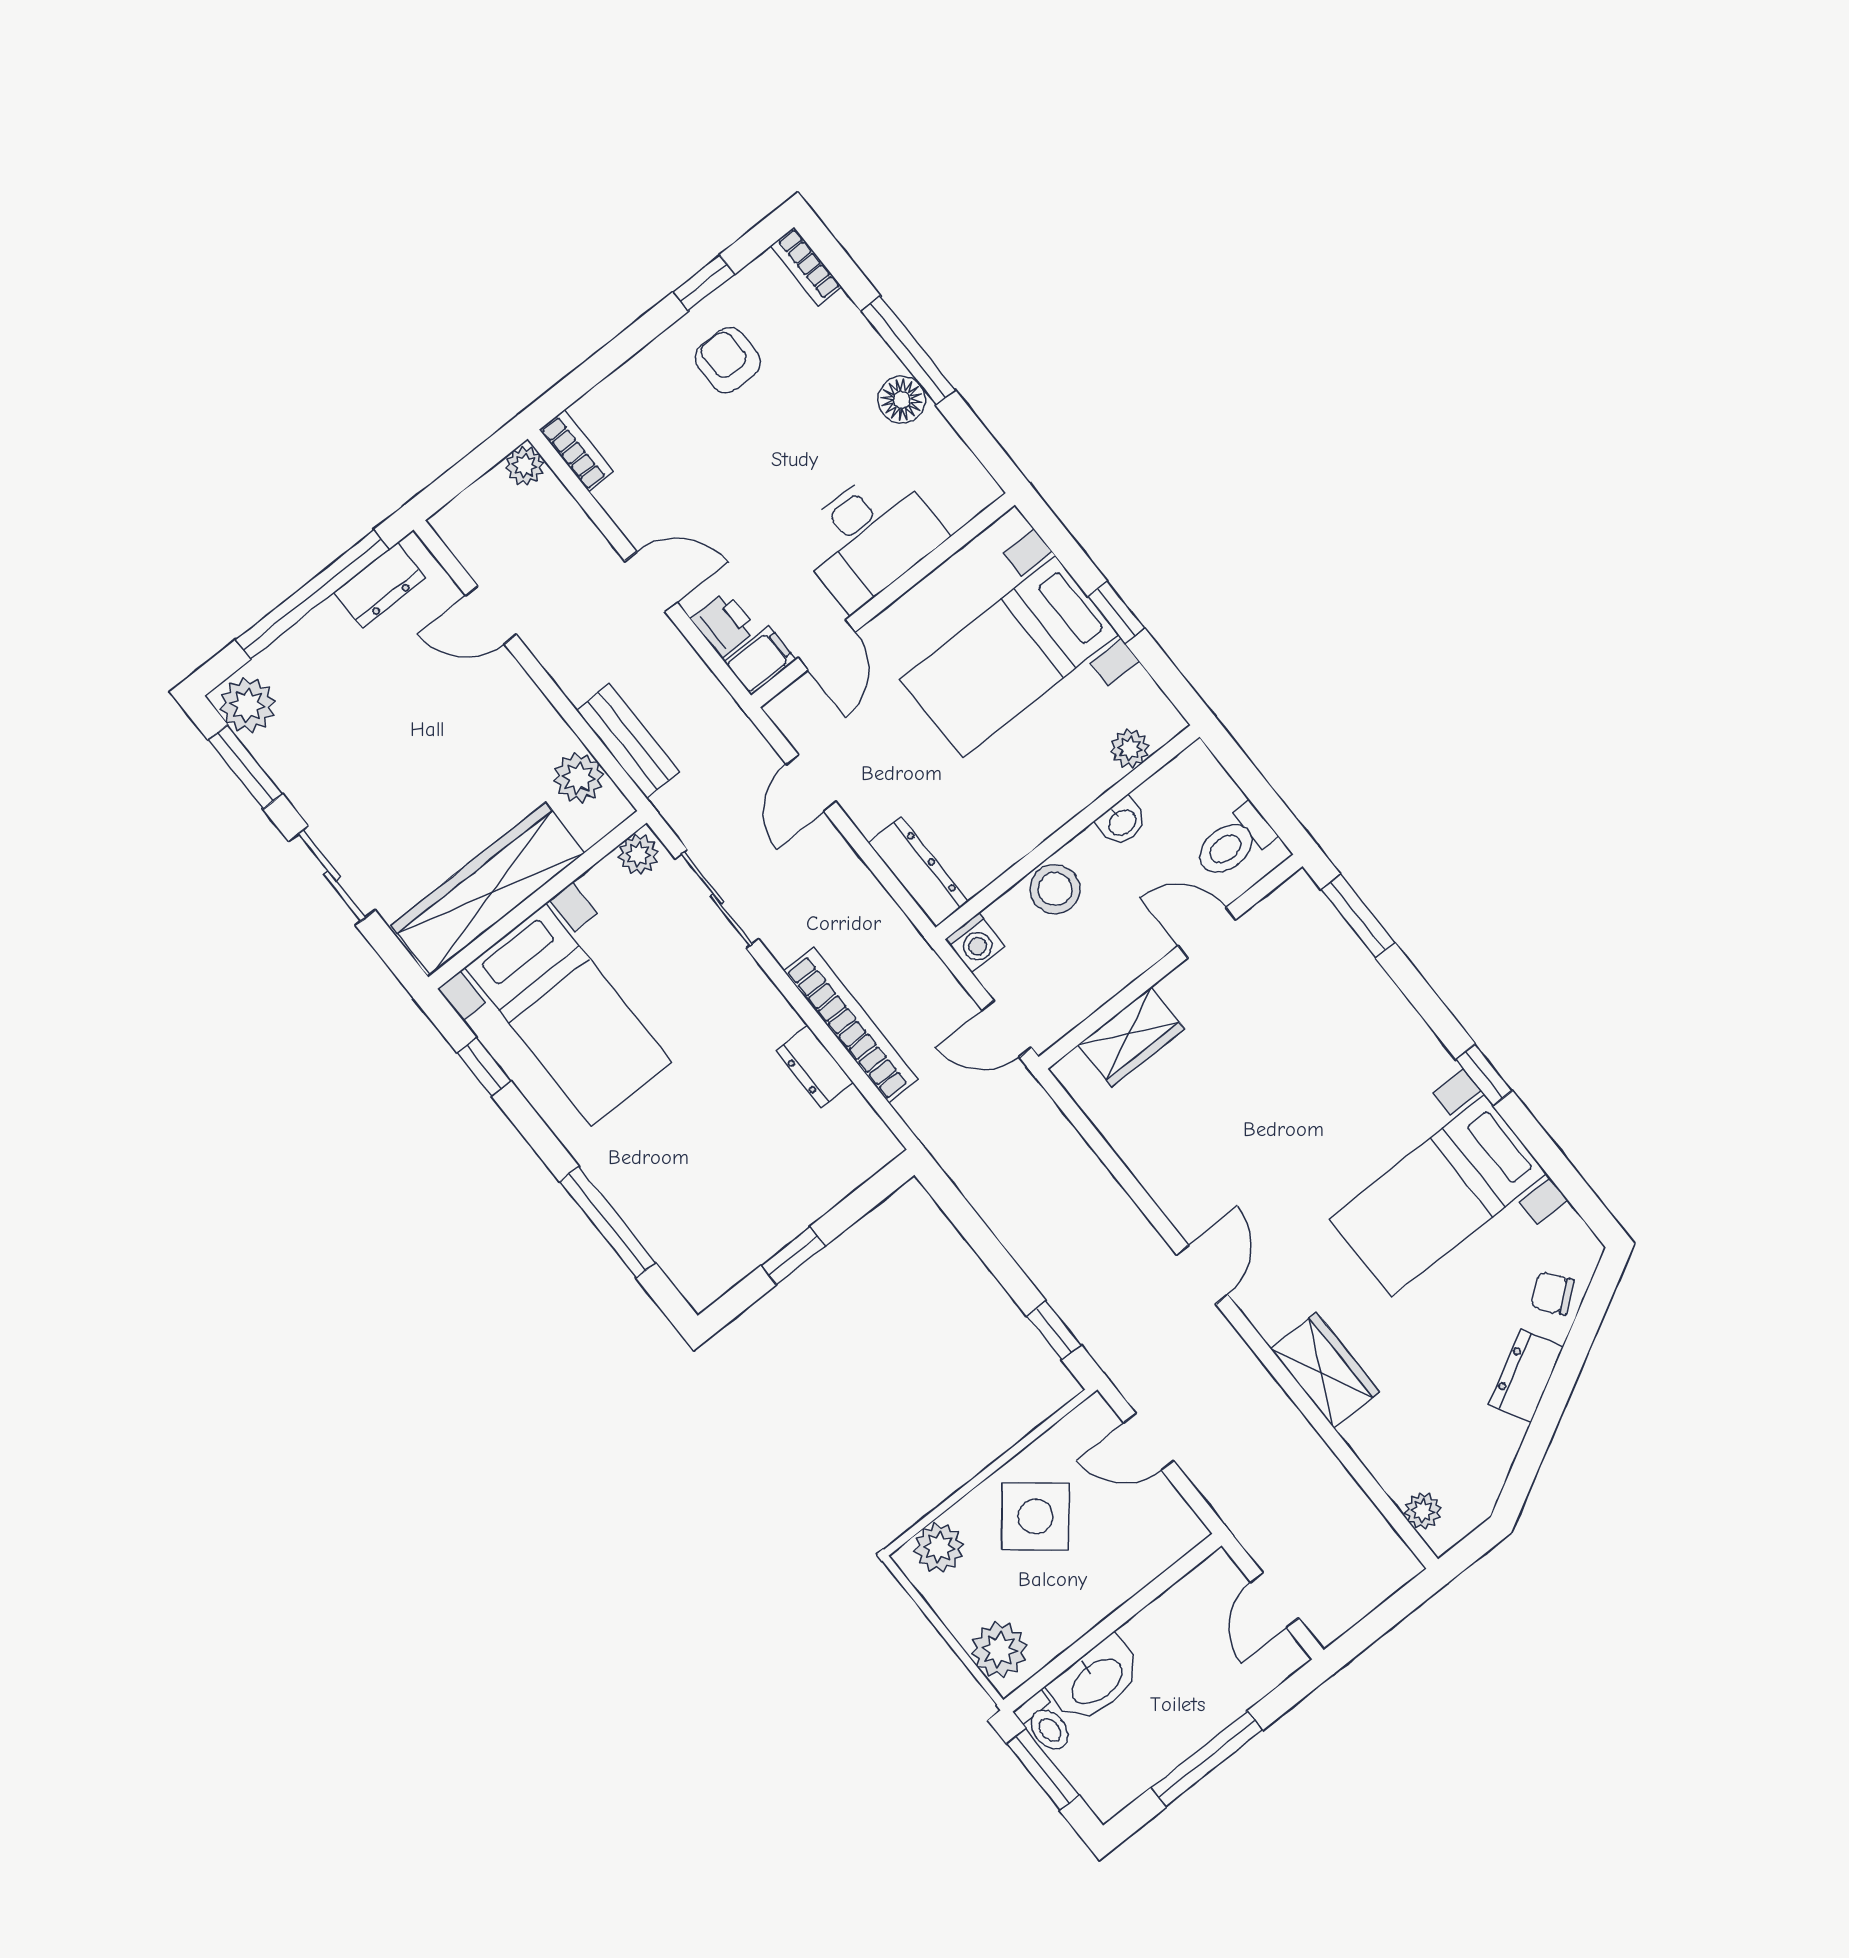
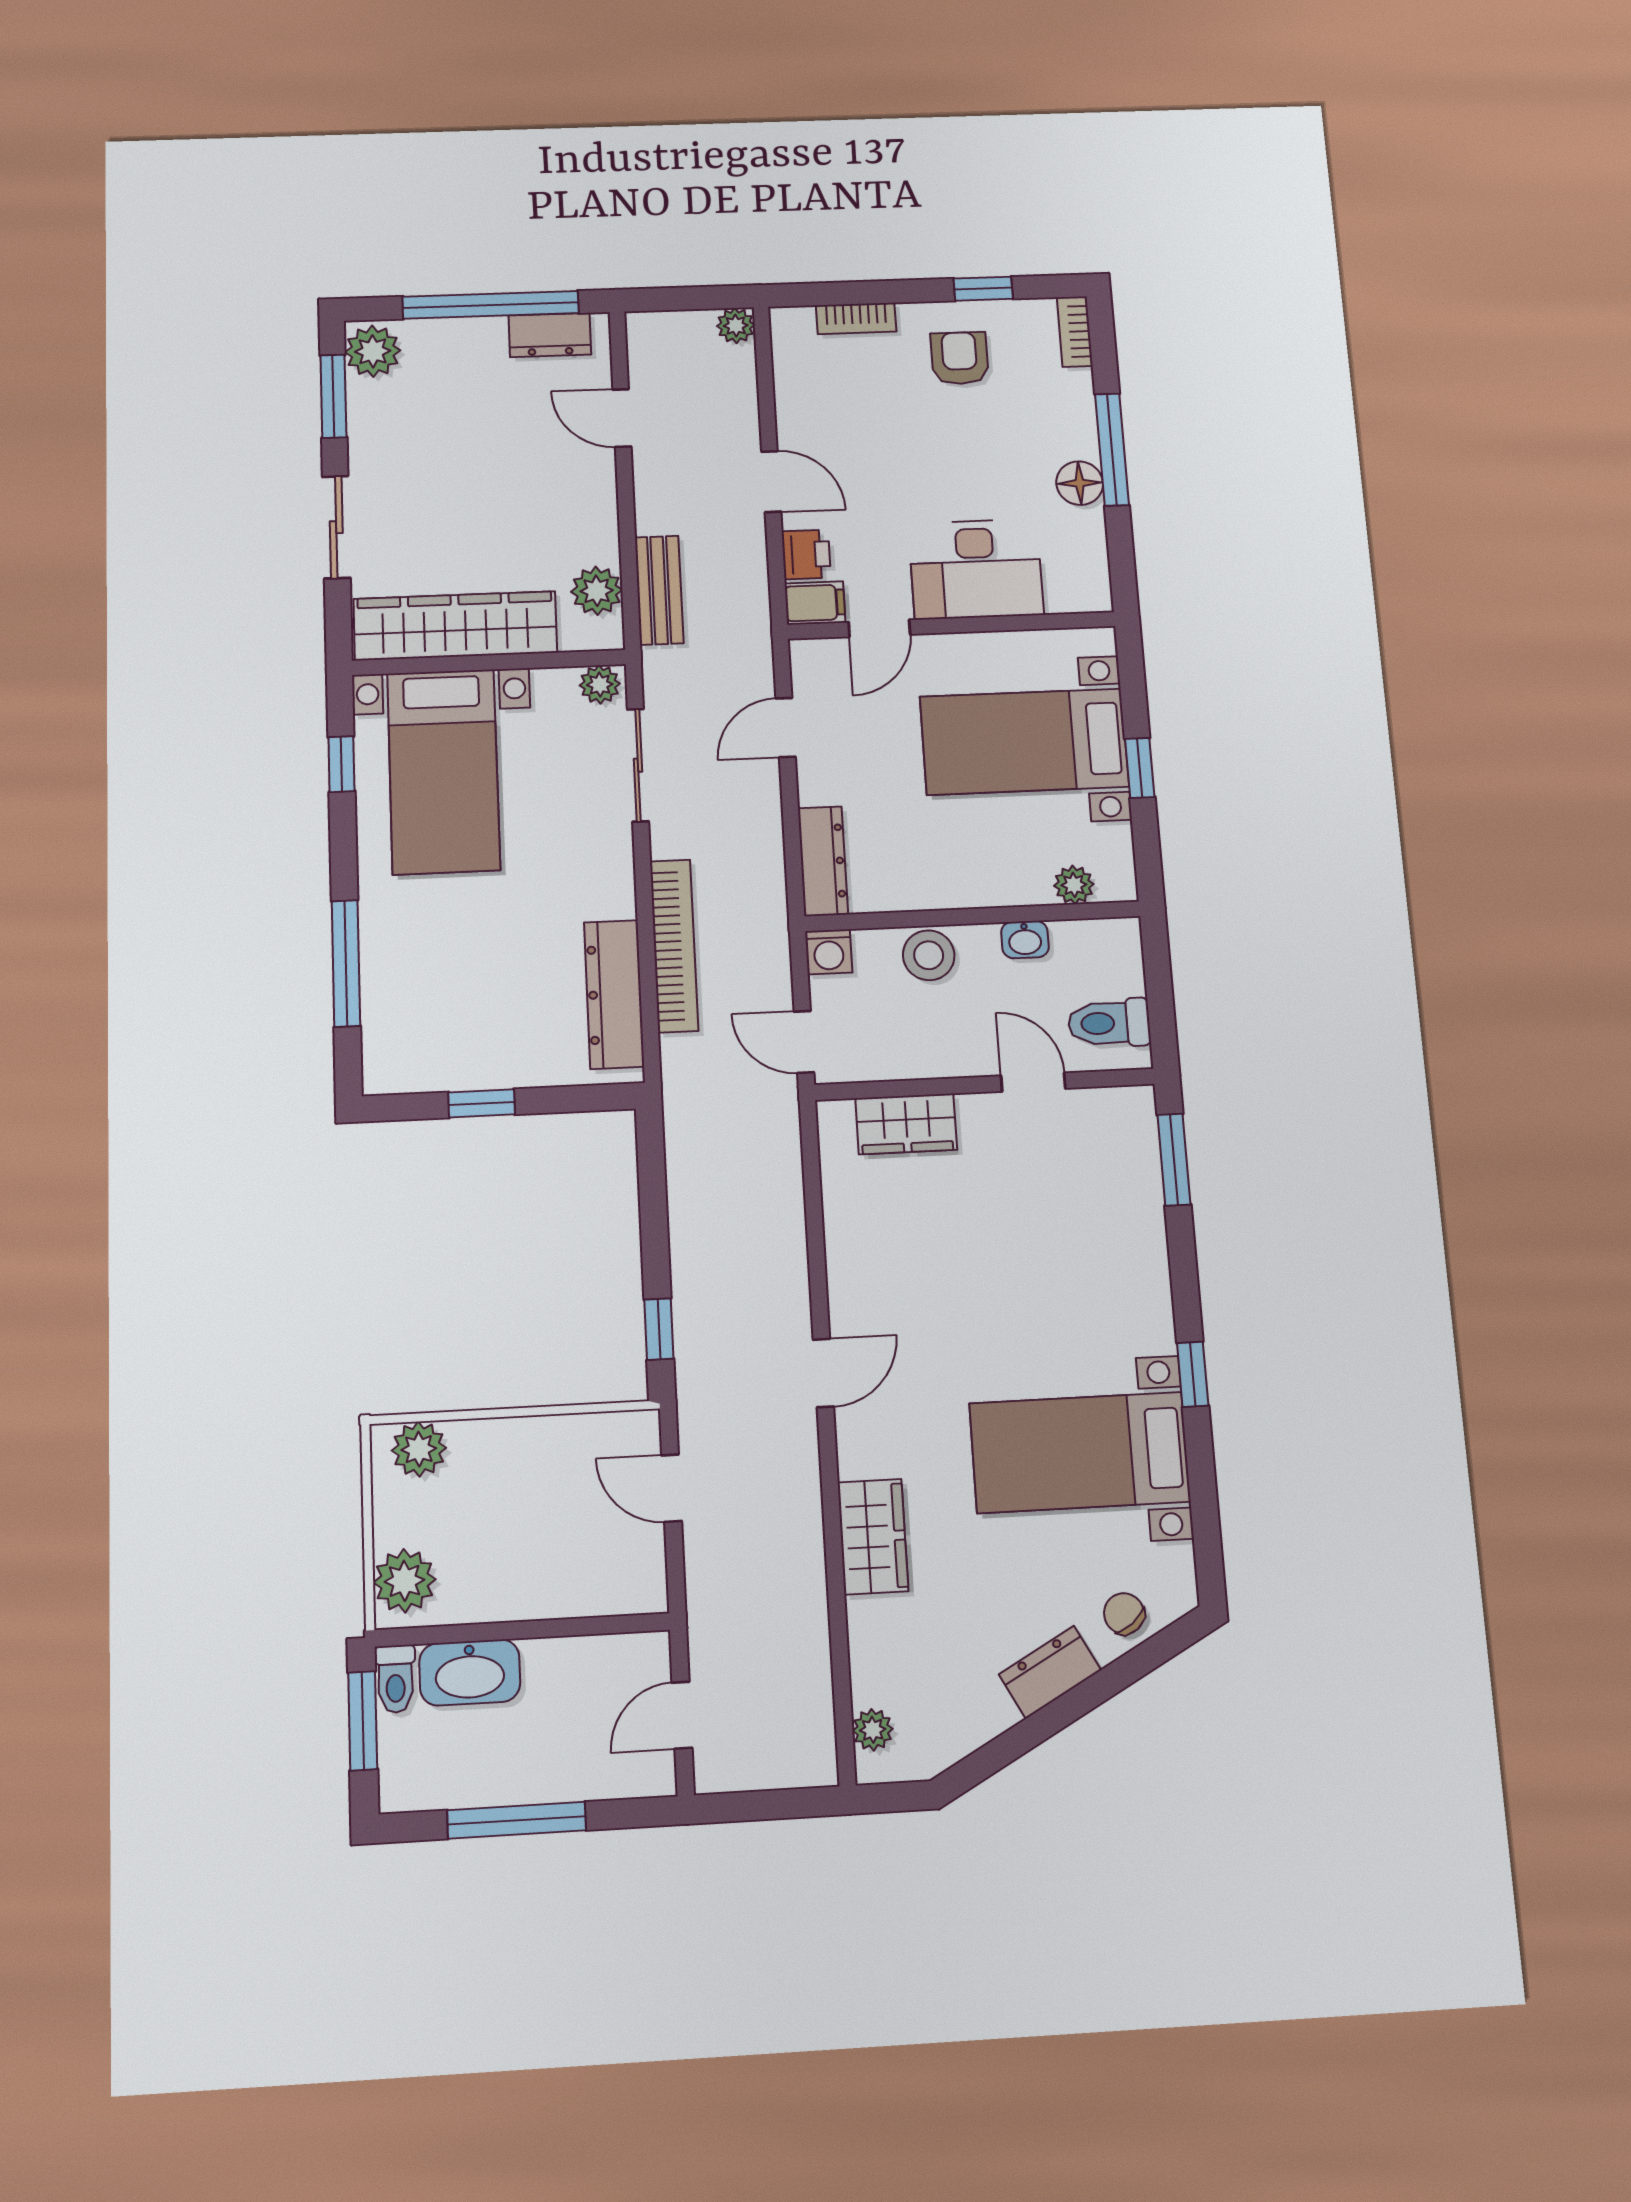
bookcase: (576, 451) -> (856, 318), moved, turned 90
dresser: (814, 1066) -> (614, 994), width x1.96, depth x1.24
side table: (1035, 1516) -> (524, 1483), removed

